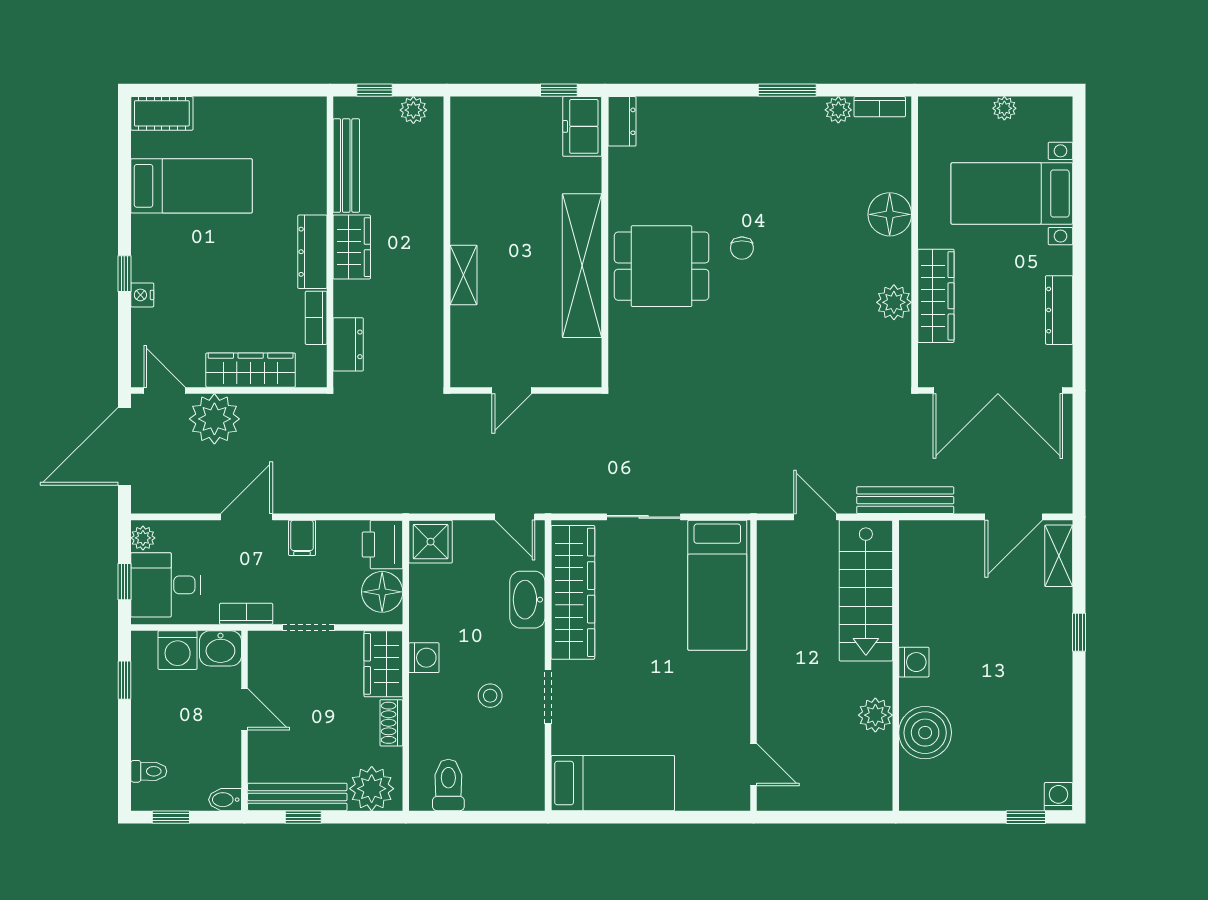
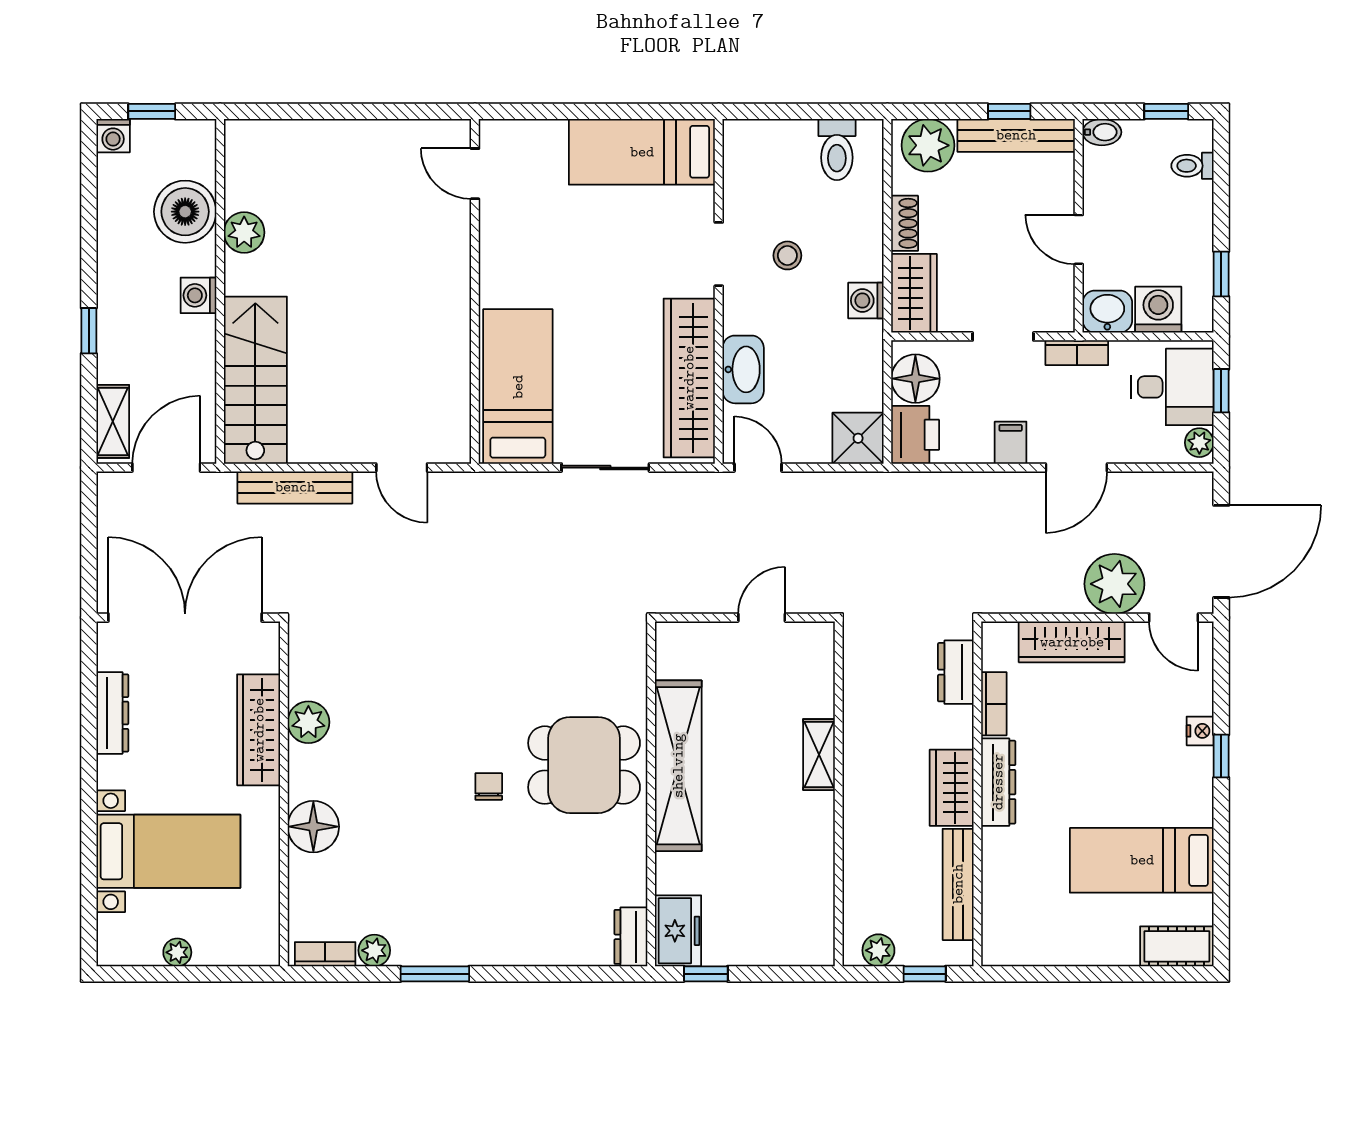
stairs: (866, 591) -> (255, 380), moved
washing machine: (914, 662) -> (198, 295), moved
wall: (896, 665) -> (220, 291), moved
plant: (875, 715) -> (244, 232), moved
boiler: (925, 733) -> (185, 212), moved

